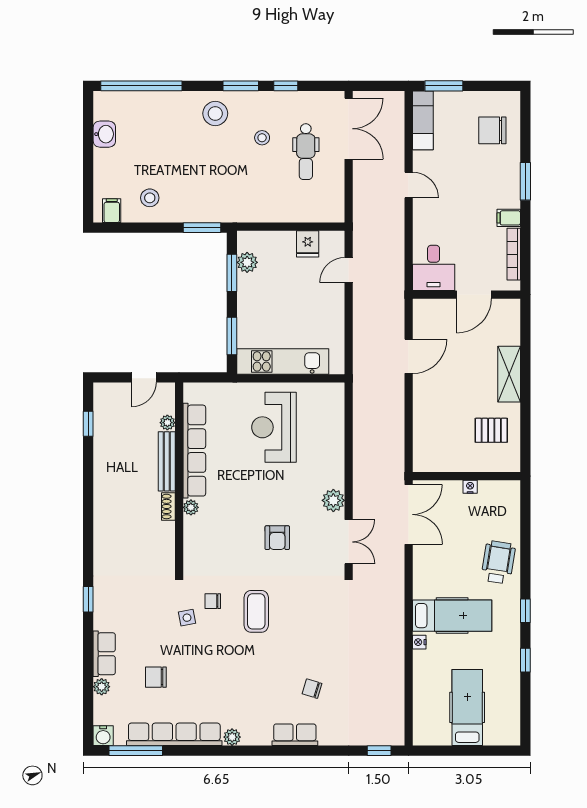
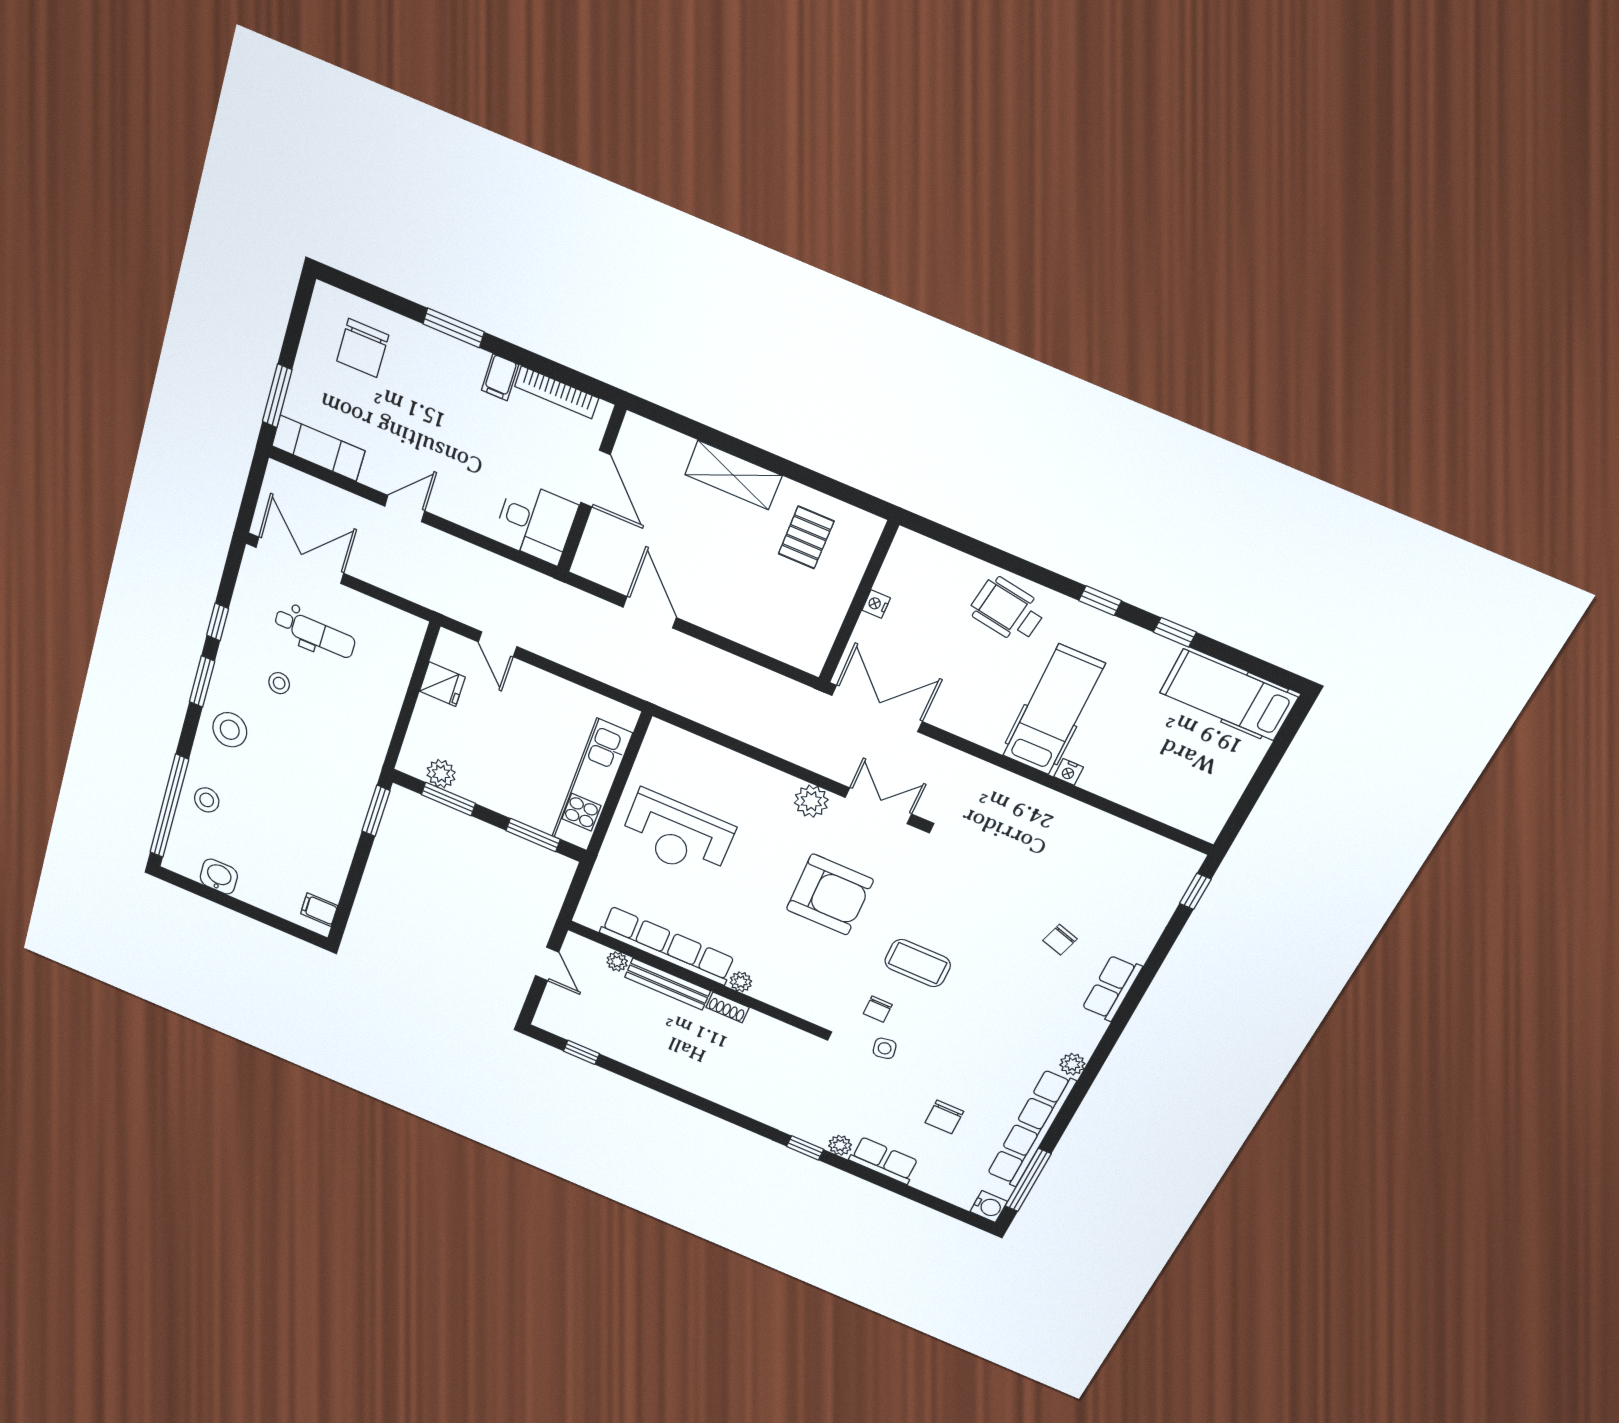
stool: (150, 198) -> (207, 800), moved
armchair: (277, 538) -> (830, 895), width x1.88, depth x1.88
plant: (102, 687) -> (840, 1145), moved
hospital bed: (467, 707) -> (1229, 695), moved

